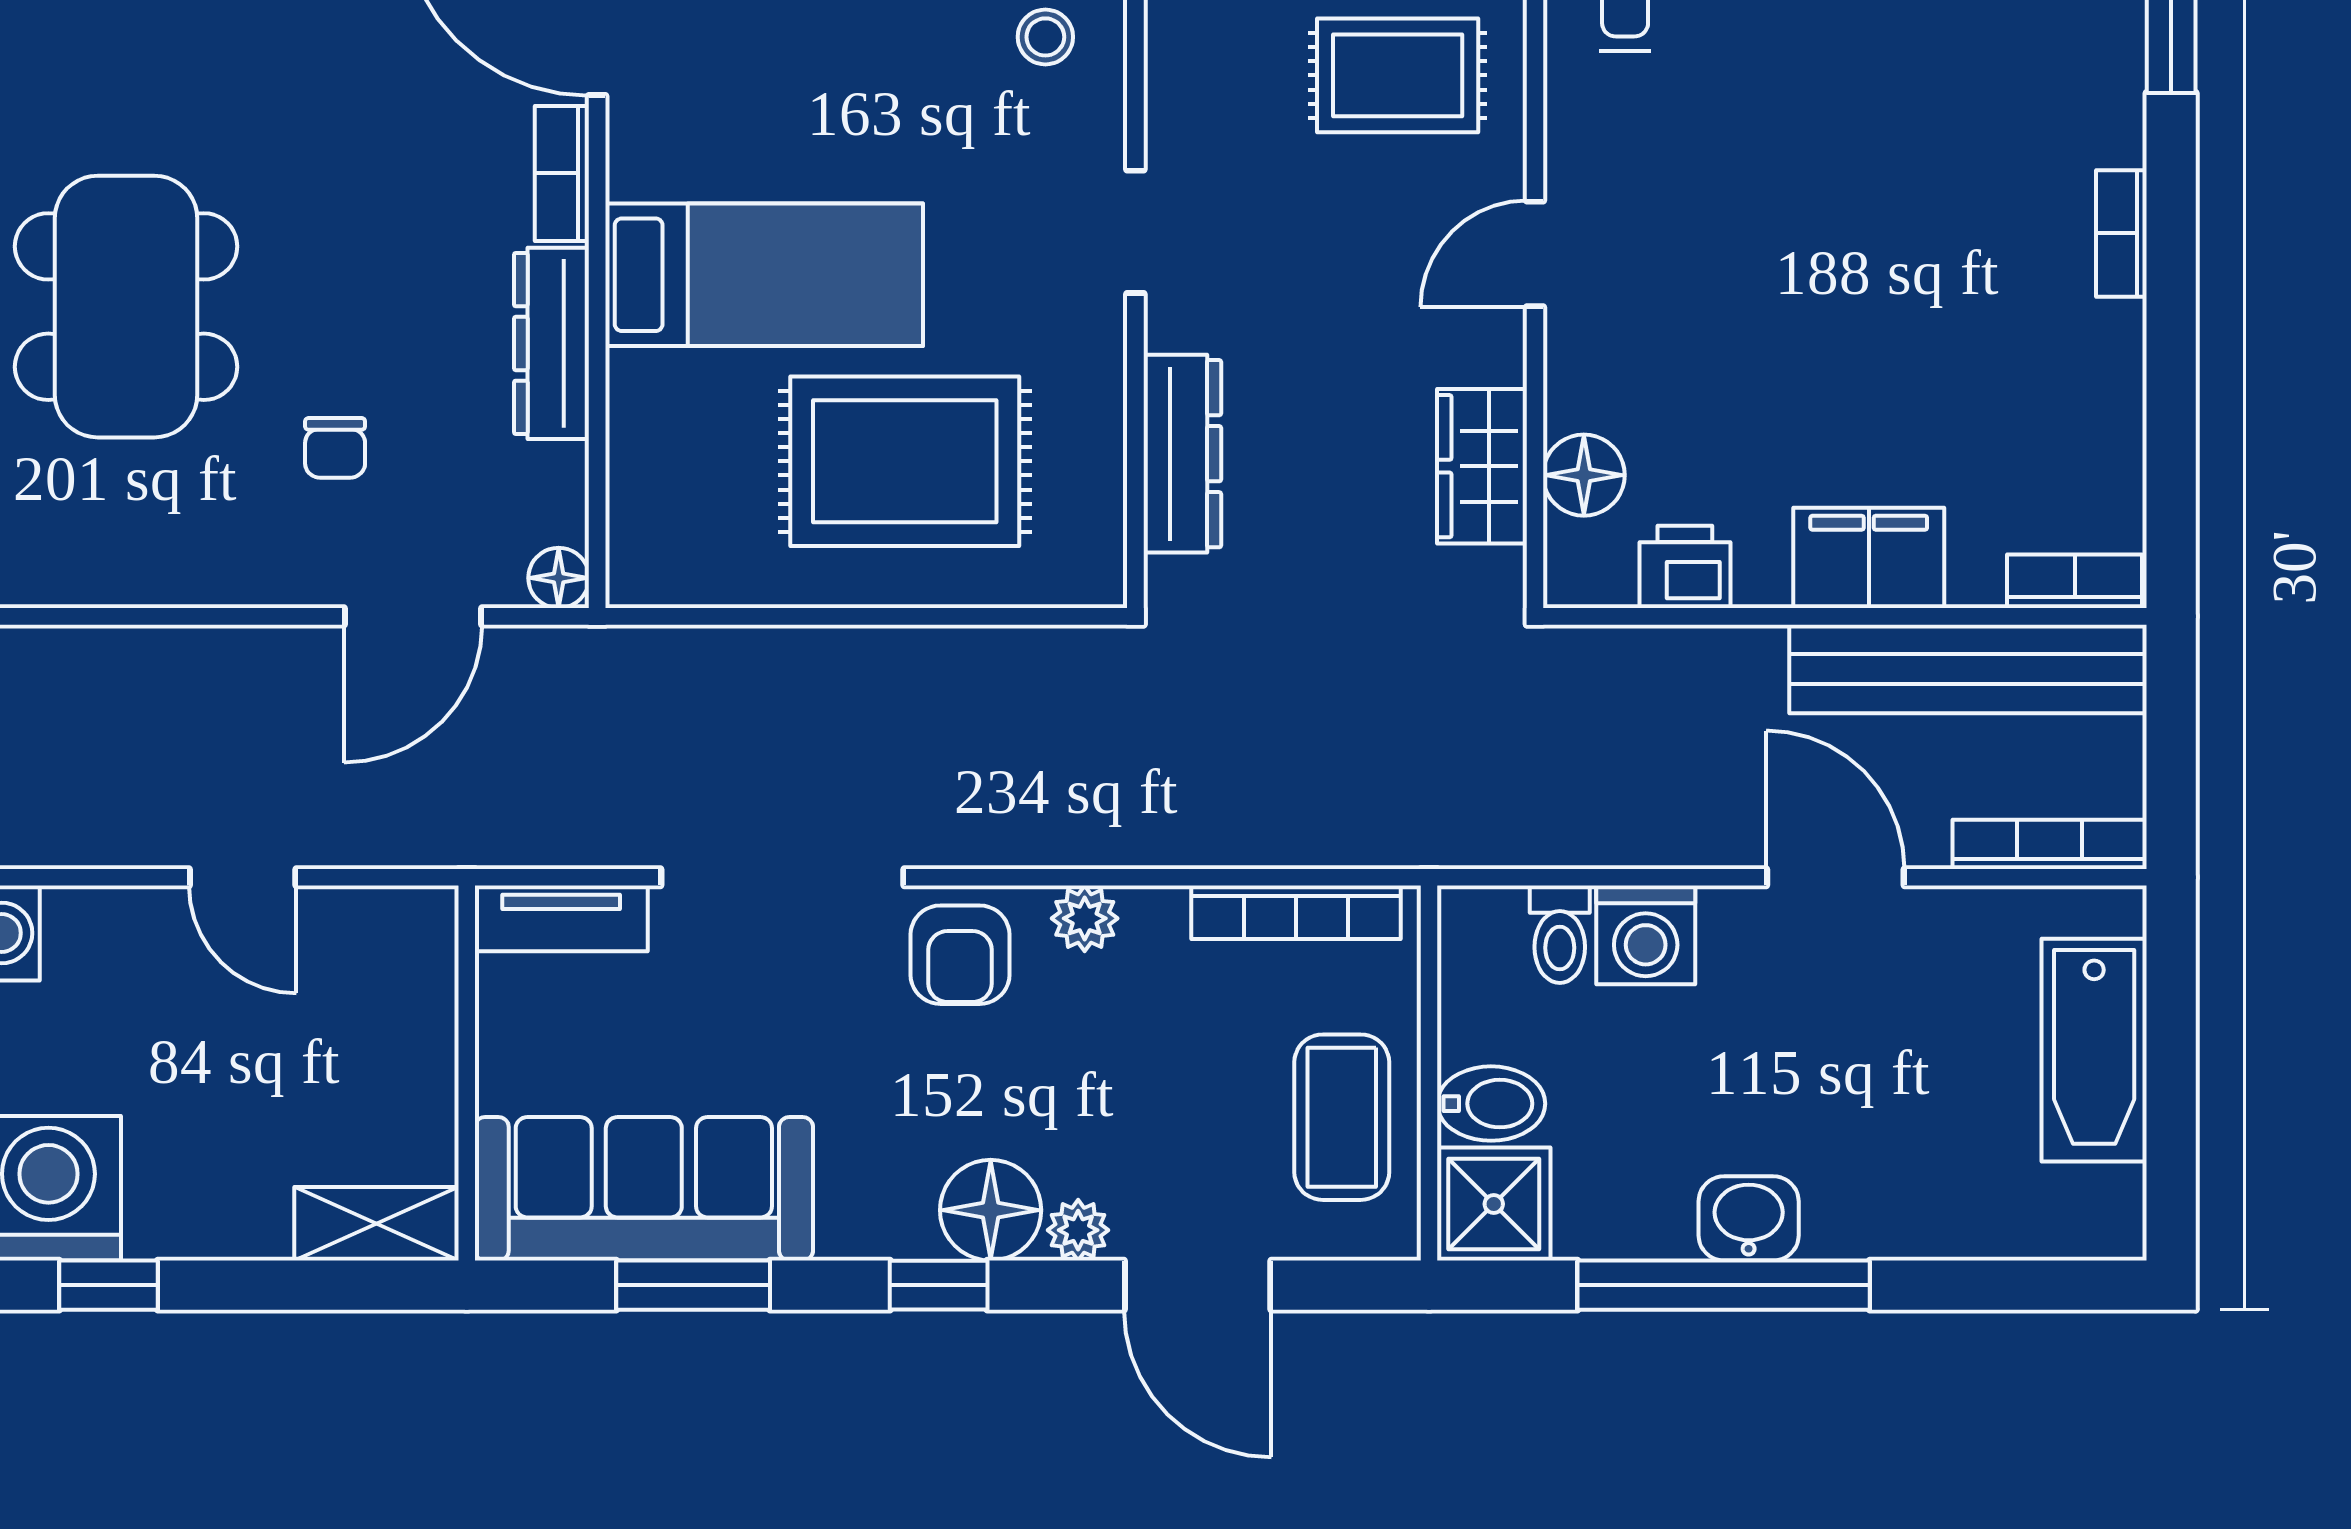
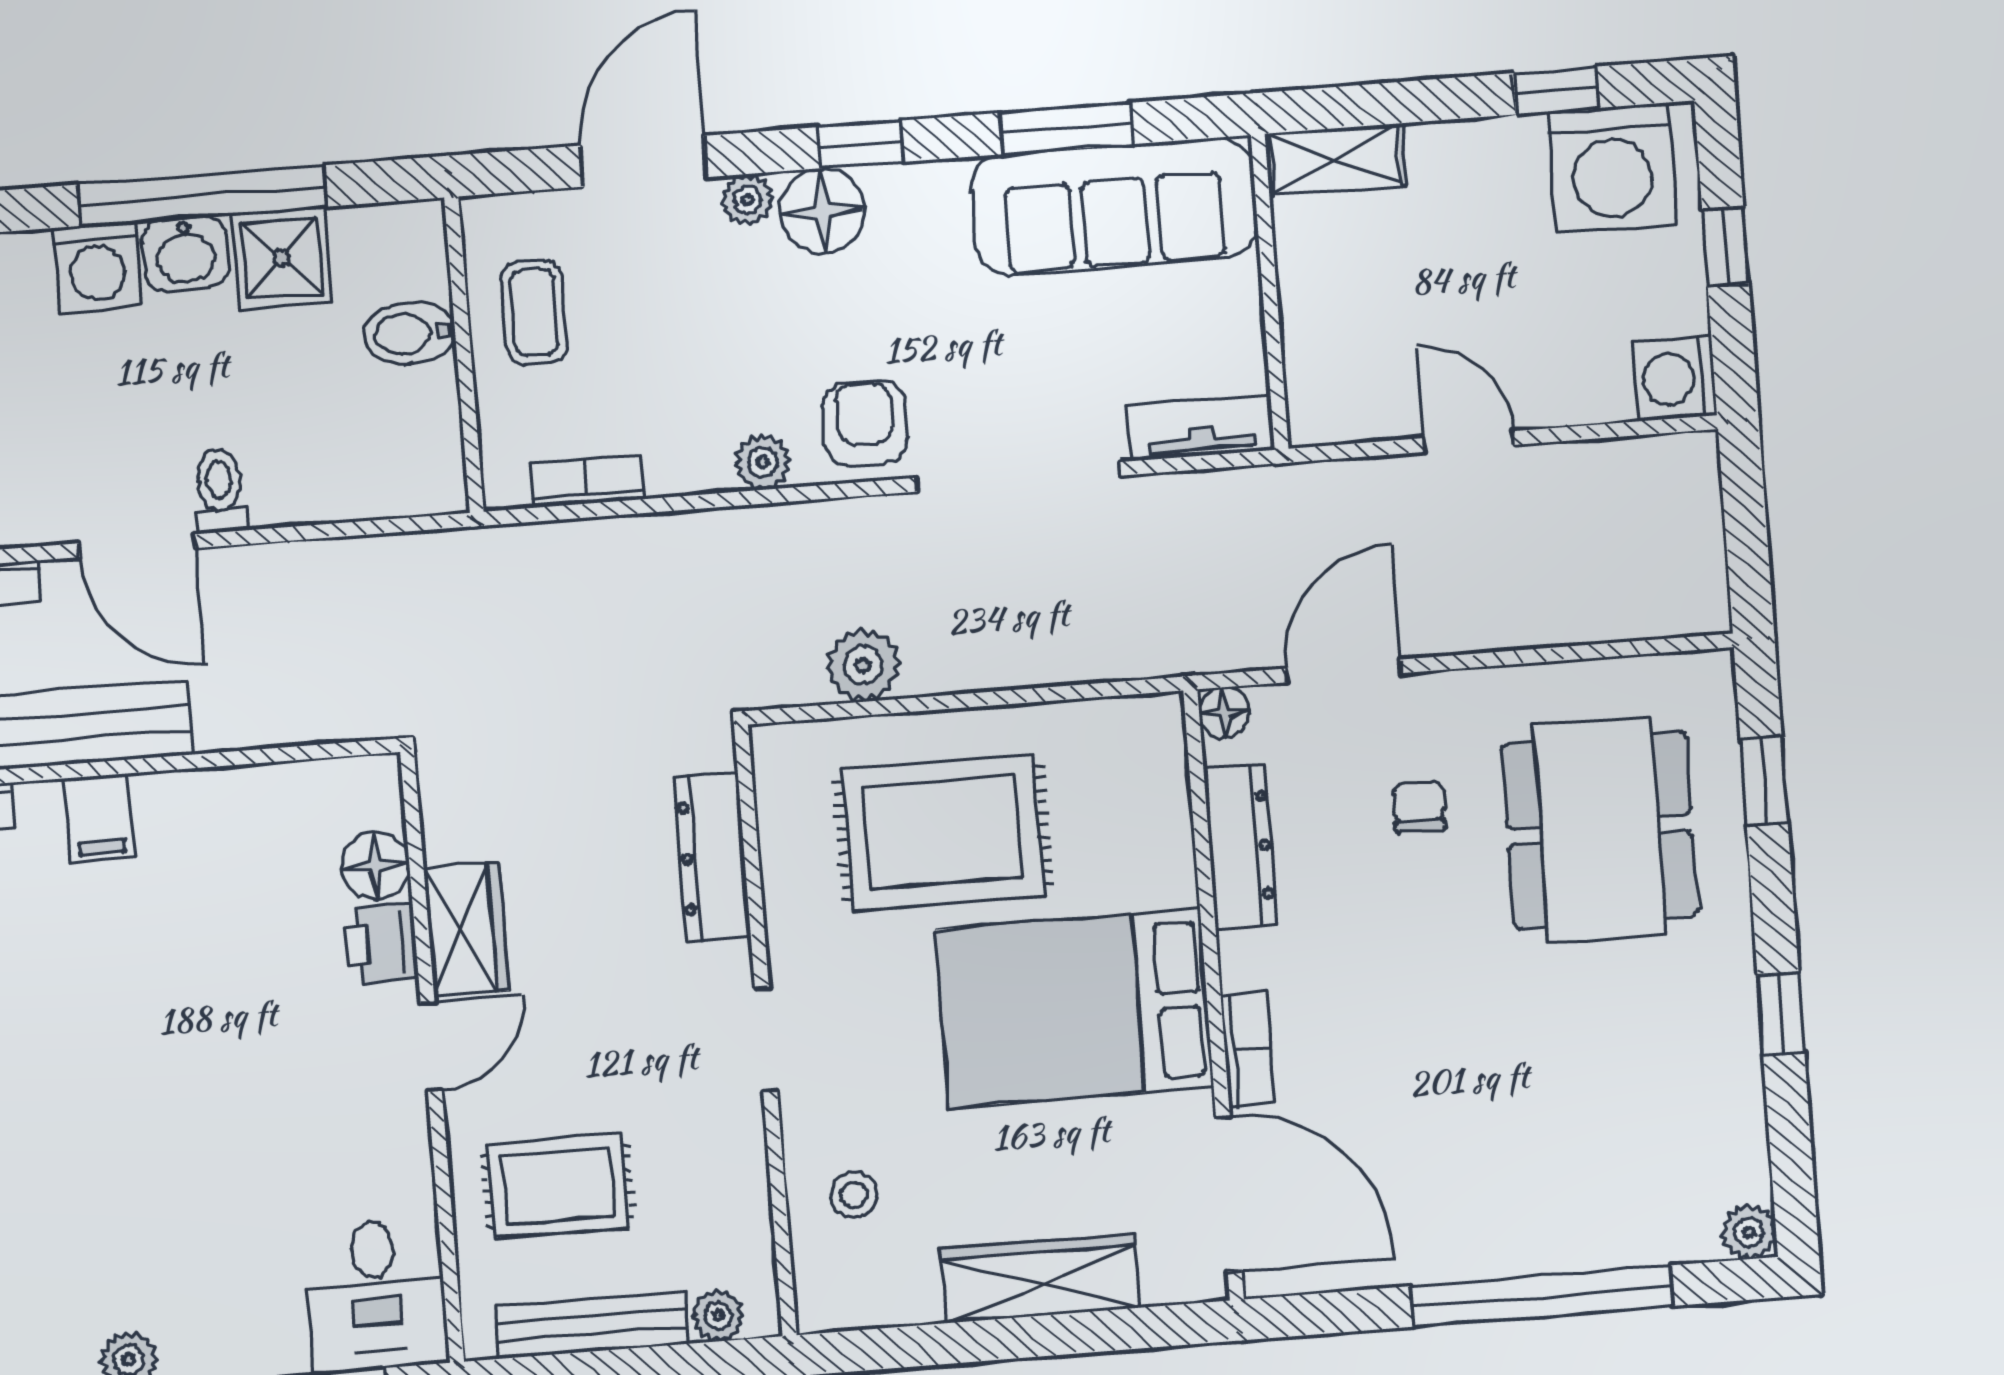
bed: (764, 275) -> (1075, 1008), width x1.50
dining table: (126, 307) -> (1600, 830), moved
dresser: (552, 343) -> (1240, 847), moved
wardrobe: (1482, 466) -> (466, 929), moved
filing cabinet: (1869, 558) -> (100, 818), width x0.50
printer: (1685, 567) -> (381, 943), moved, turned 90
plant: (985, 668) -> (863, 665), added
bookcase: (1296, 912) -> (586, 481), width x0.64
toilet: (1560, 934) -> (220, 491), moved
washing machine: (1646, 935) -> (97, 266), moved, turned 180
coffee table: (1342, 1117) -> (534, 312), width x0.73, depth x0.77
shower: (1494, 1204) -> (282, 258), moved
door: (1198, 1285) -> (644, 161), hinge flipped

